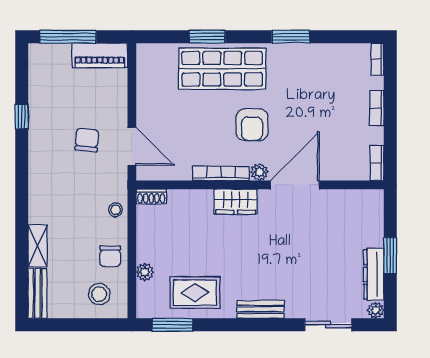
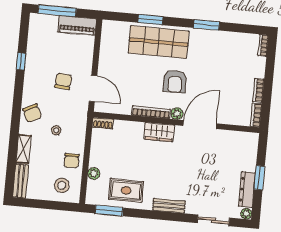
bookcase: (377, 108) -> (258, 90), moved
chair: (45, 191) -> (32, 113), added
stool: (116, 210) -> (56, 130), moved

